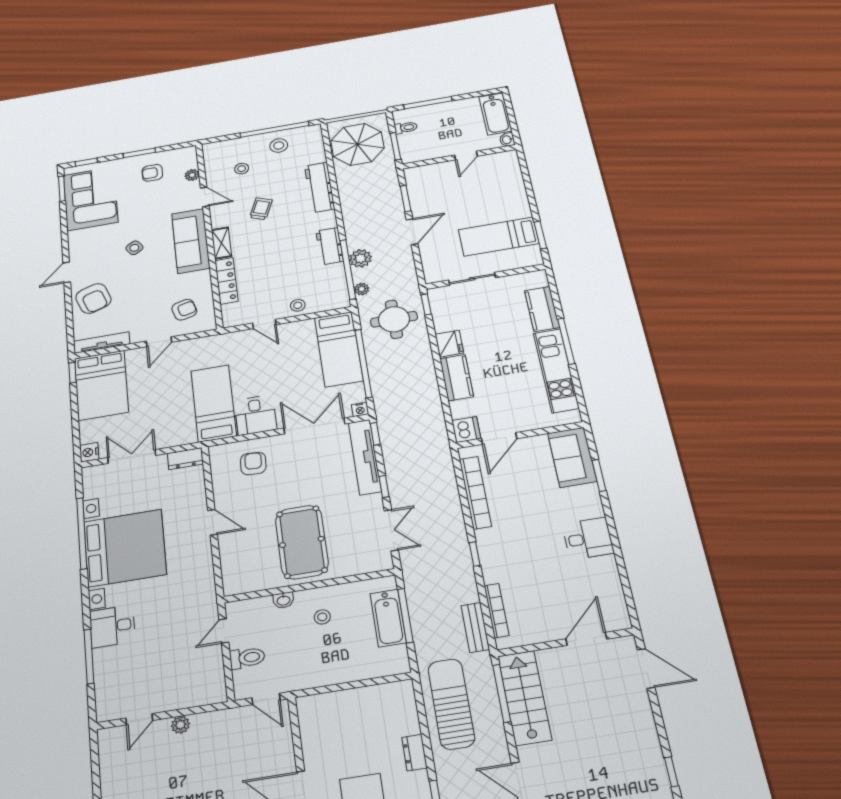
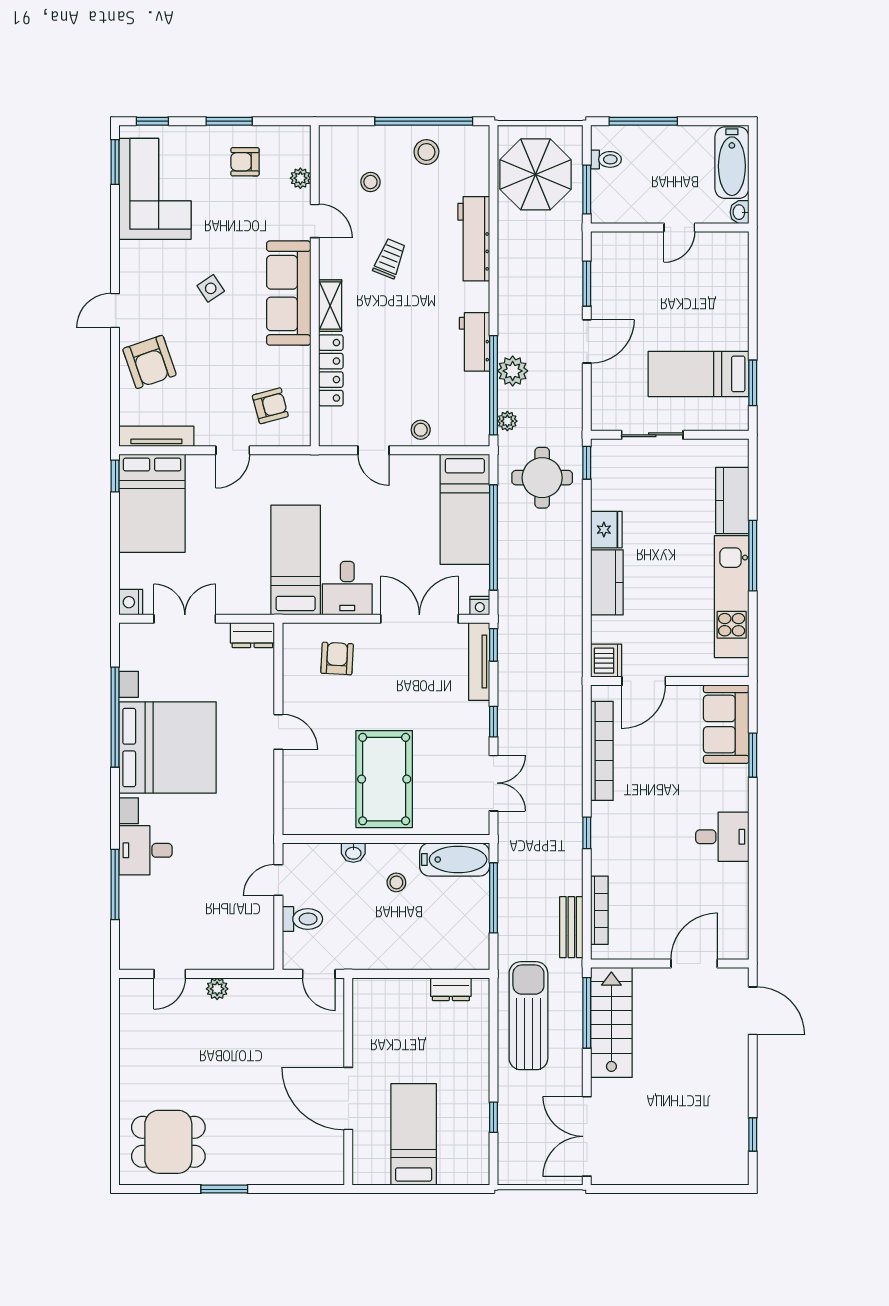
tv unit: (365, 457) -> (479, 662), width x0.73, depth x0.78
bathtub: (388, 618) -> (455, 860), moved, turned -90
dresser: (414, 753) -> (451, 989), moved, turned -90

